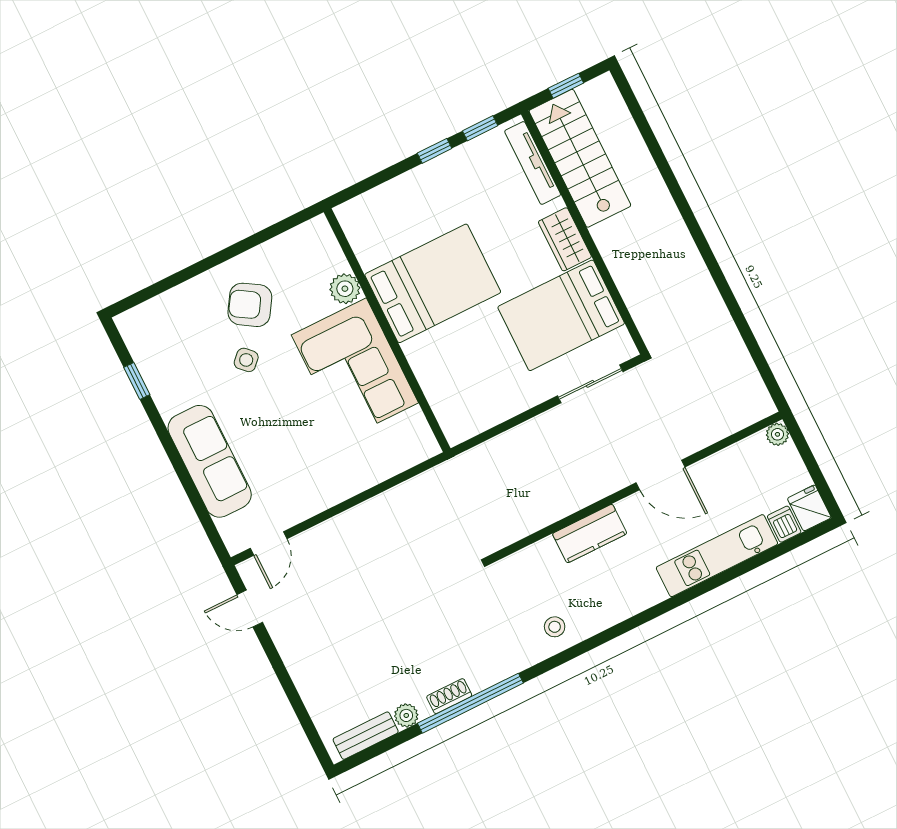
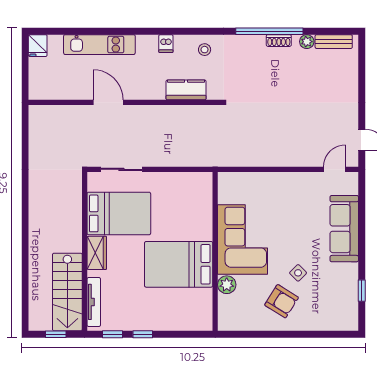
plant: (777, 434) -> (35, 93), removed
dishwasher: (784, 524) -> (166, 44), moved
kitchen counter: (590, 534) -> (186, 90), moved

